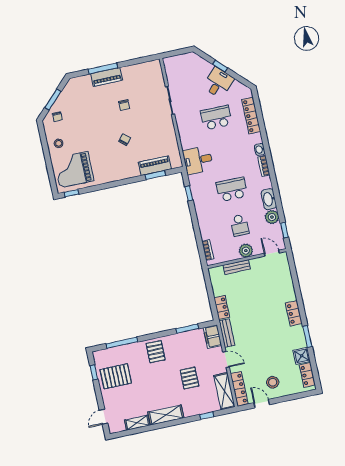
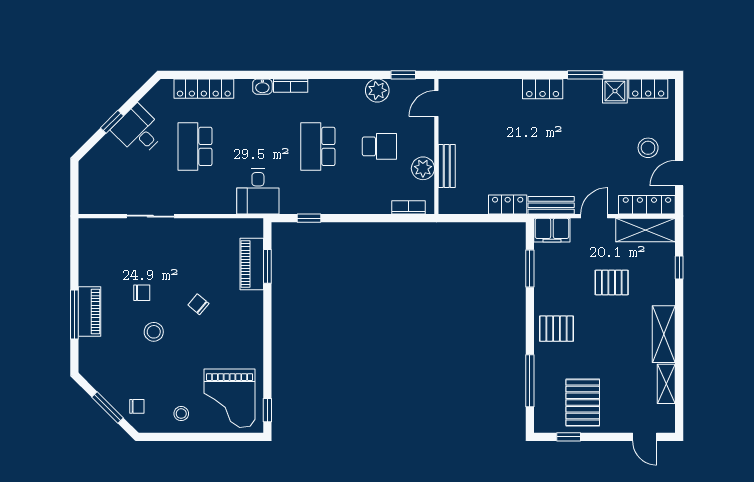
stool: (103, 117) -> (154, 332), added
washbasin: (269, 199) -> (347, 89), removed
plant: (246, 251) -> (423, 168), moved

